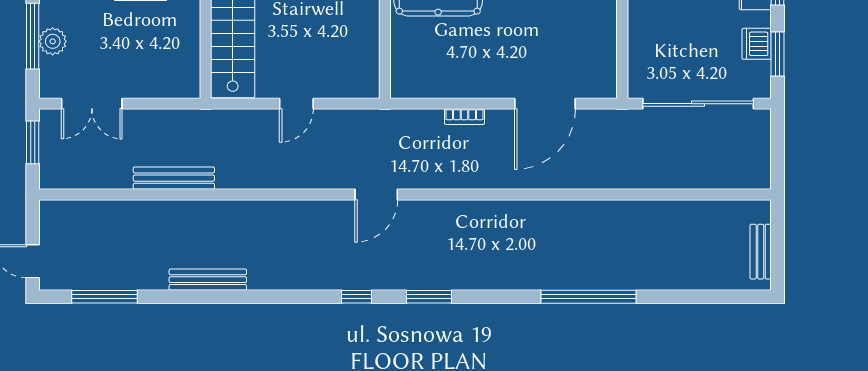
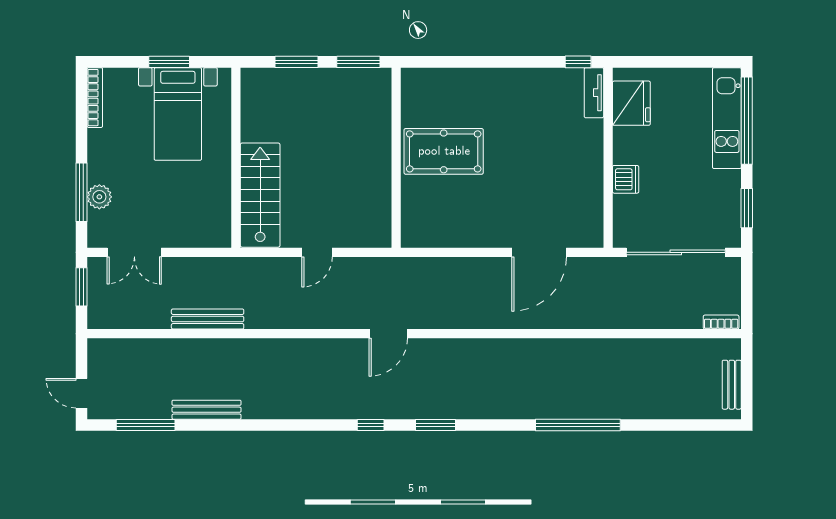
dishwasher: (757, 44) -> (626, 179), moved, turned 180
bookcase: (465, 117) -> (721, 322), moved, turned 180
bench: (208, 280) -> (207, 410), moved

